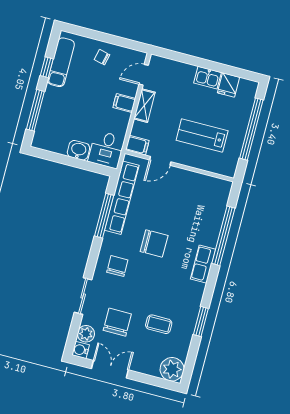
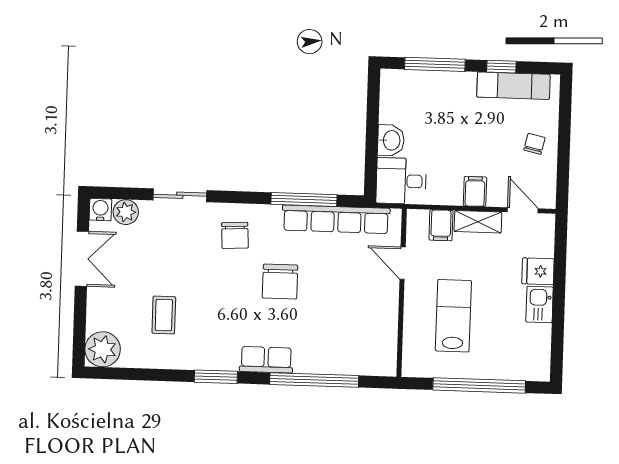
fridge: (229, 85) -> (538, 271), moved
filing cabinet: (137, 145) -> (441, 225), moved
chair: (117, 266) -> (235, 235), turned 87
chair: (117, 322) -> (153, 254), removed
window: (201, 322) -> (216, 377), moved

